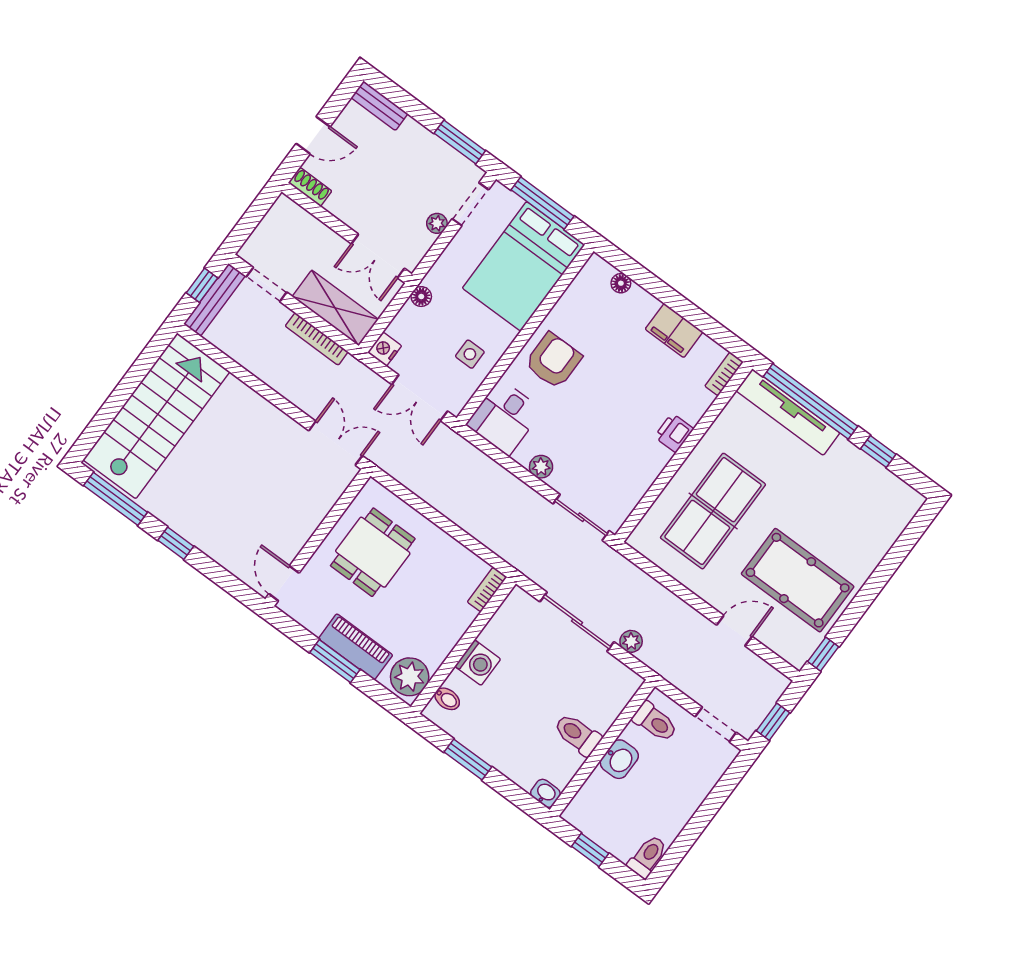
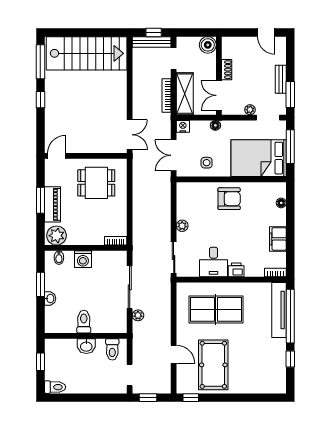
bench: (380, 106) -> (281, 79), moved
door: (313, 135) -> (266, 32), moved
shoe rack: (310, 187) -> (227, 70), moved
boiler: (285, 214) -> (208, 45), added
desk: (504, 417) -> (214, 262), moved, turned -90
washbasin: (545, 793) -> (50, 299), moved

